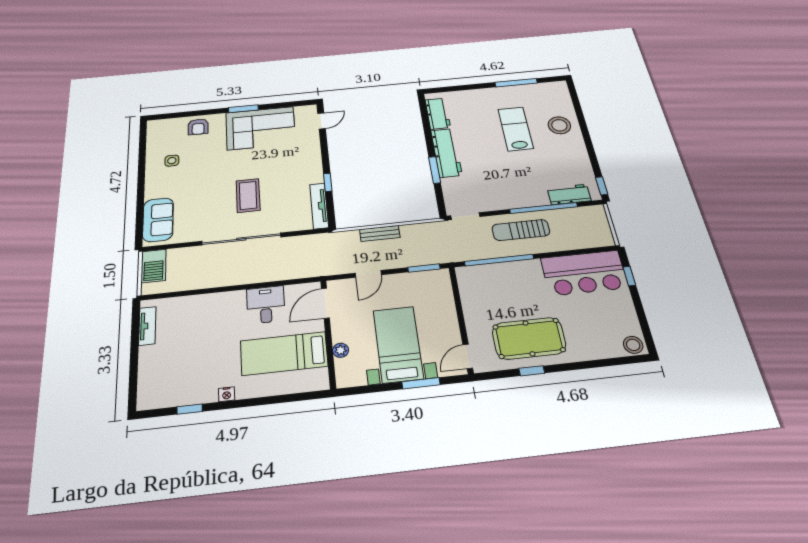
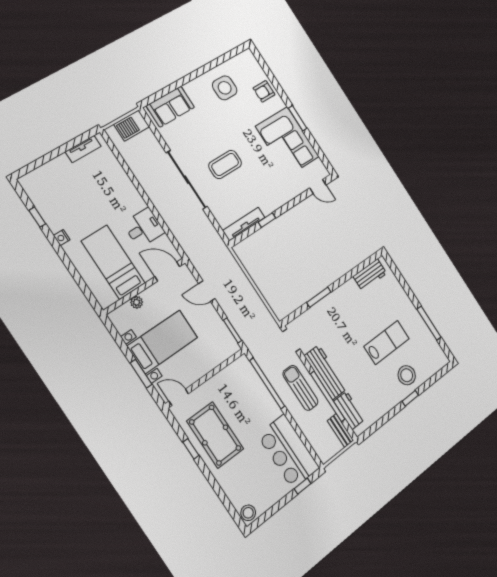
workbench: (446, 153) -> (326, 372), moved, turned -90
side table: (172, 161) -> (225, 88), width x1.87, depth x1.87
window: (602, 186) -> (410, 398), moved
bench: (380, 233) -> (341, 431), moved

